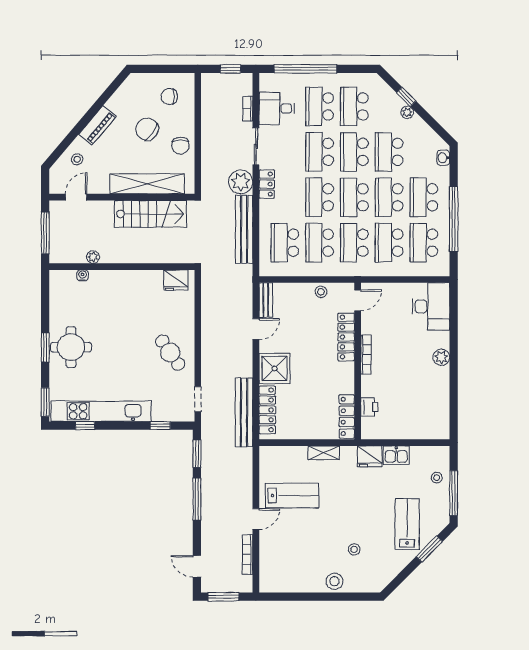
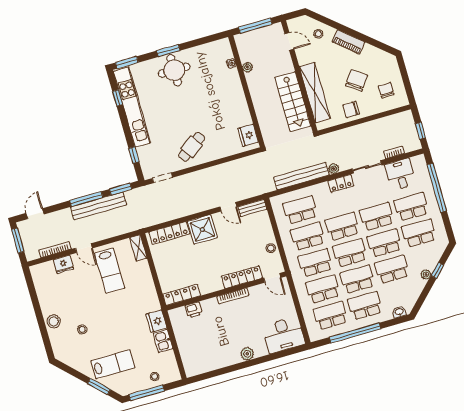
plant: (241, 182) -> (334, 169), width x0.53, depth x0.53
bench: (244, 412) -> (99, 206), moved
shelving: (324, 453) -> (138, 248), moved
fridge: (268, 550) -> (63, 264), added

